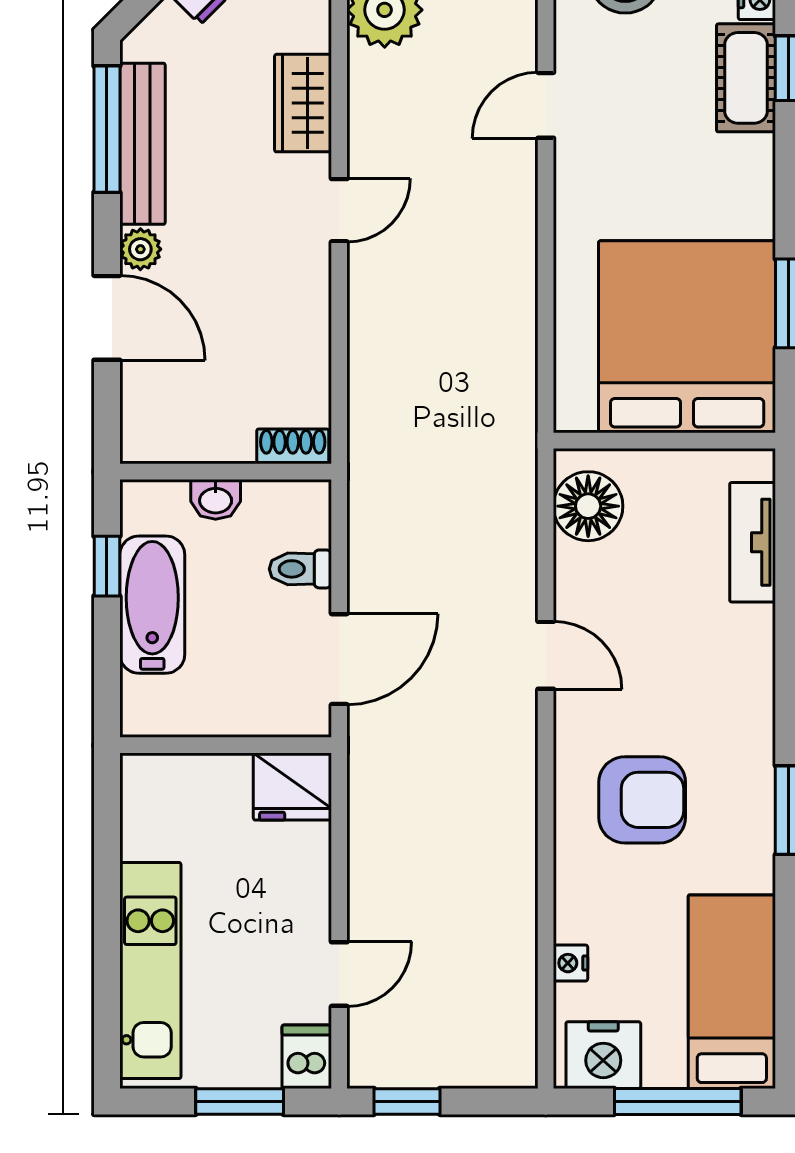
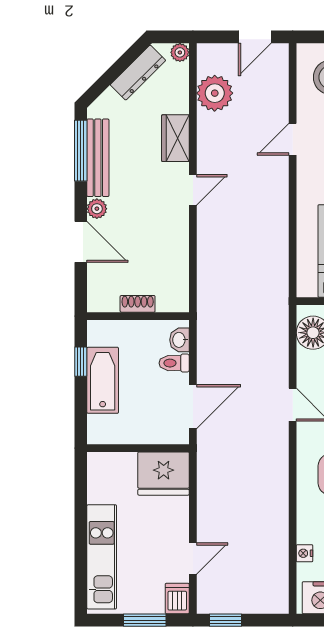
shoe rack: (293, 446) -> (138, 304), moved
washbasin: (216, 499) -> (179, 340), moved, turned 90
fridge: (292, 787) -> (164, 474), width x1.36, depth x1.34

